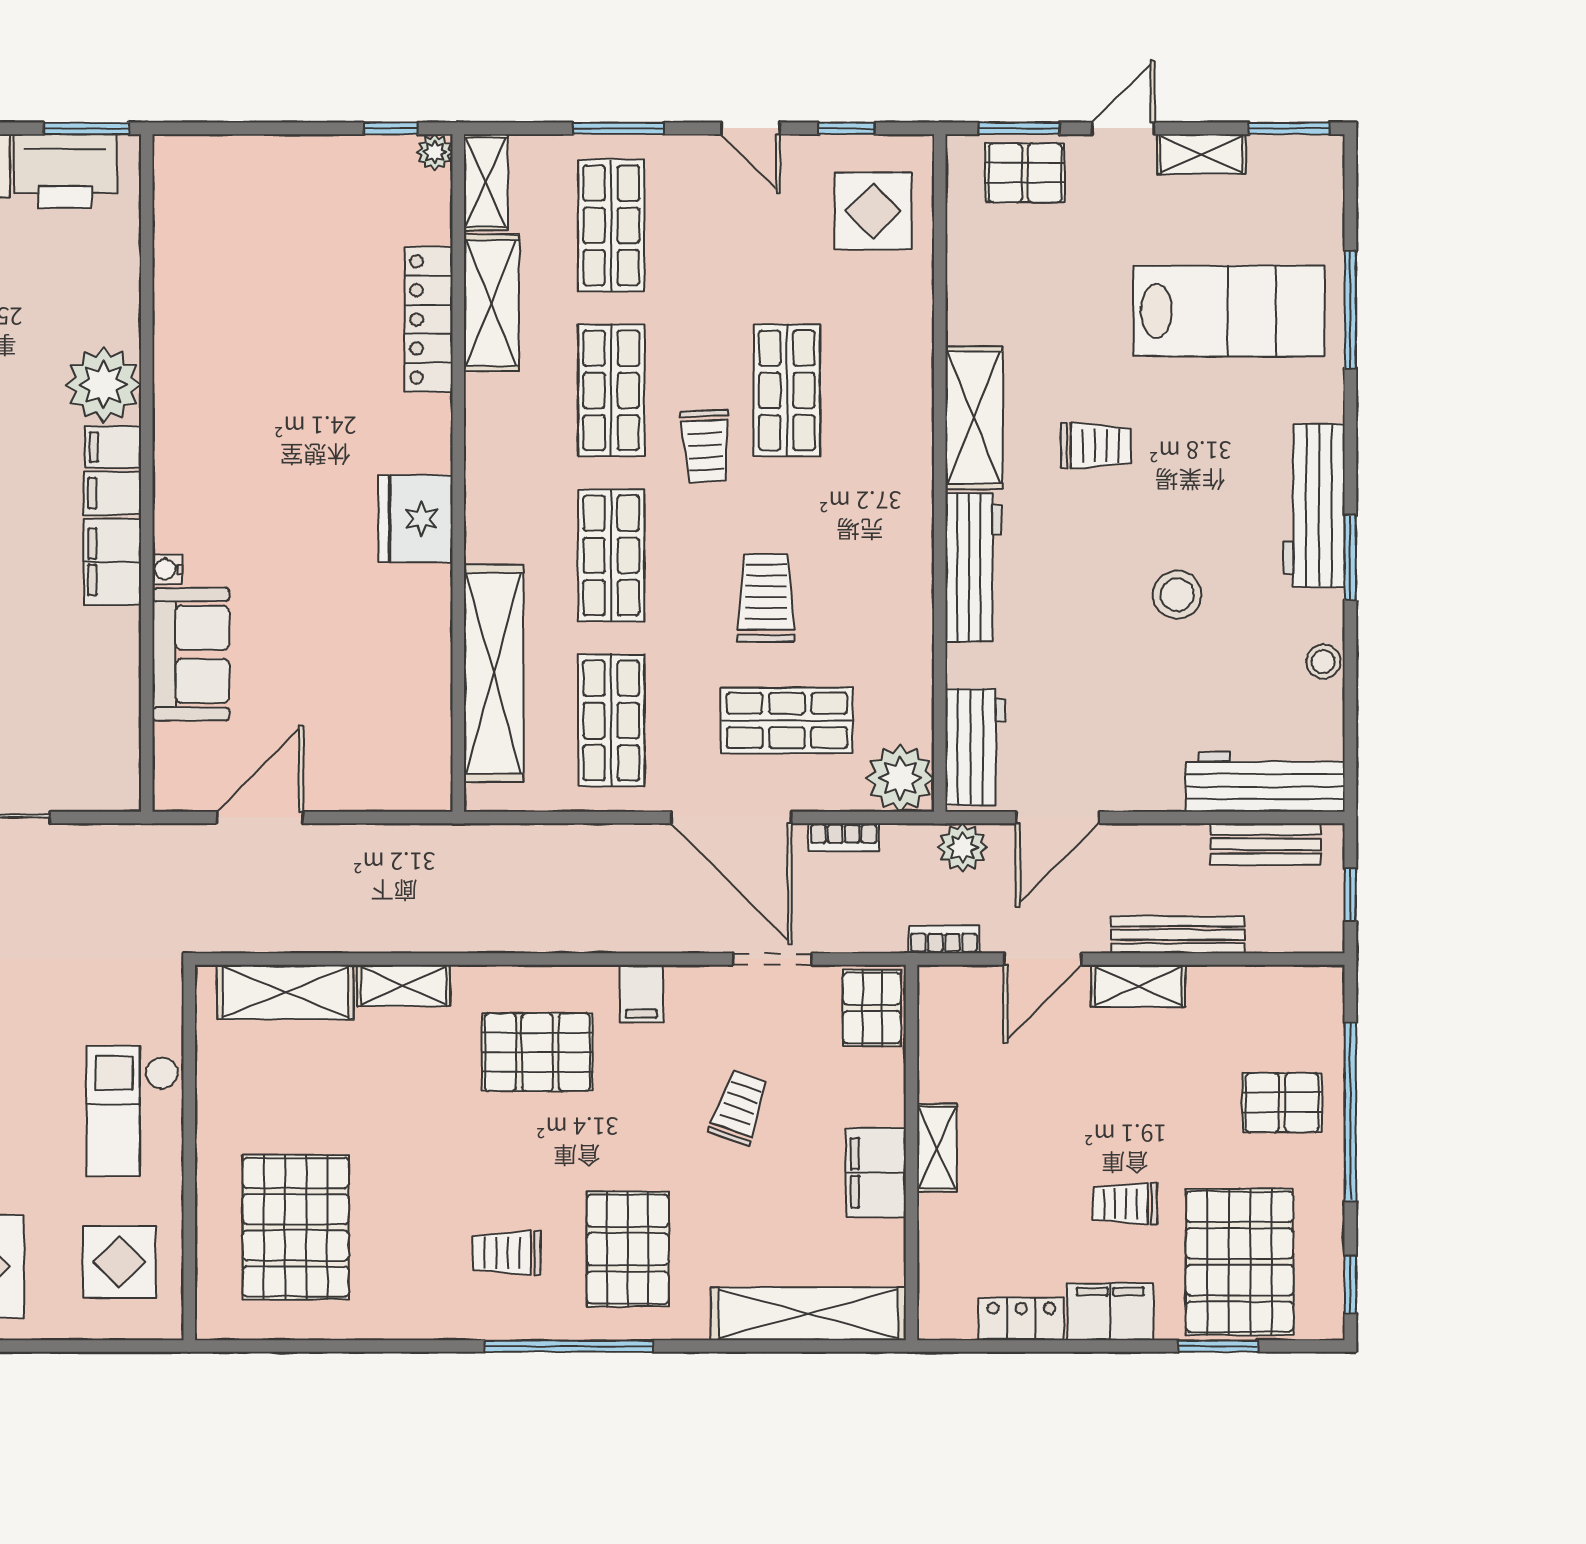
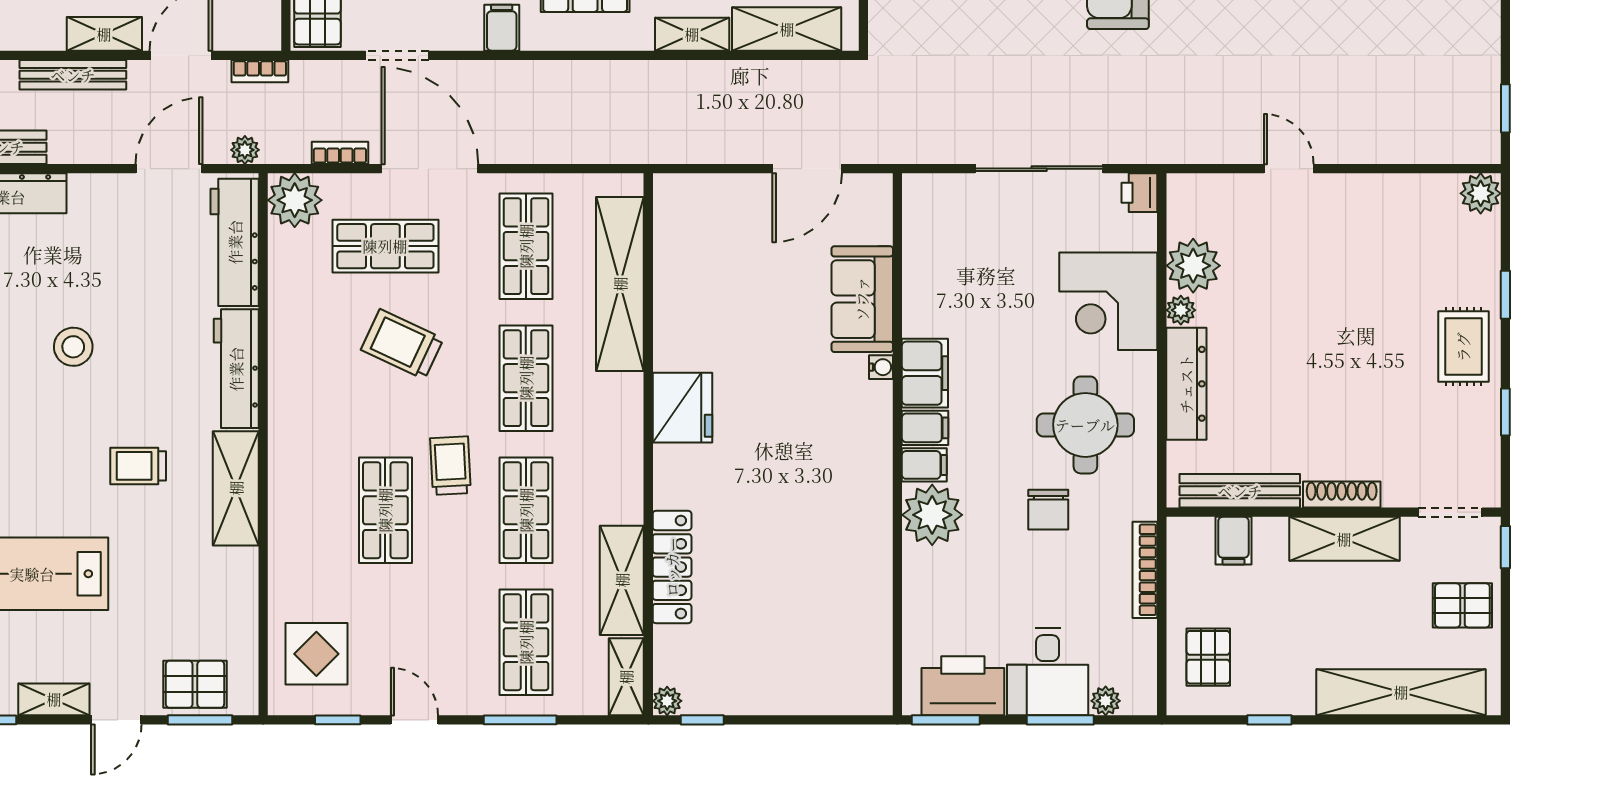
trolley: (766, 598) -> (402, 344), turned 115
workbench: (975, 747) -> (235, 242), width x1.38
plant: (963, 847) -> (245, 150), width x0.73, depth x0.73

